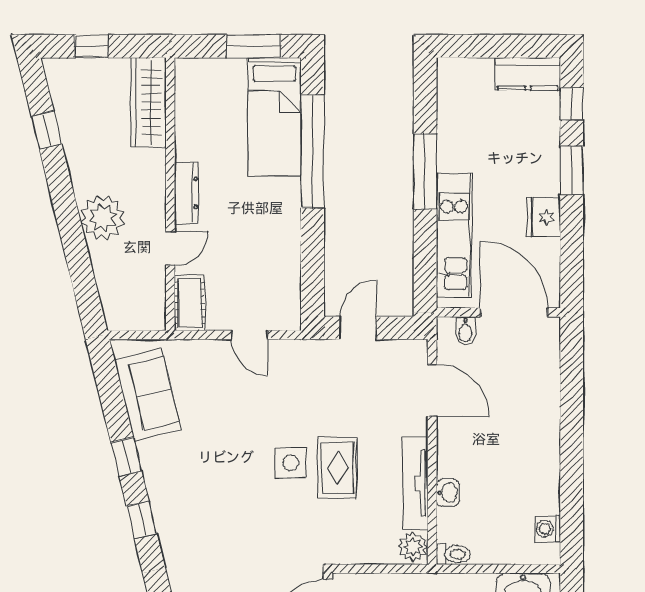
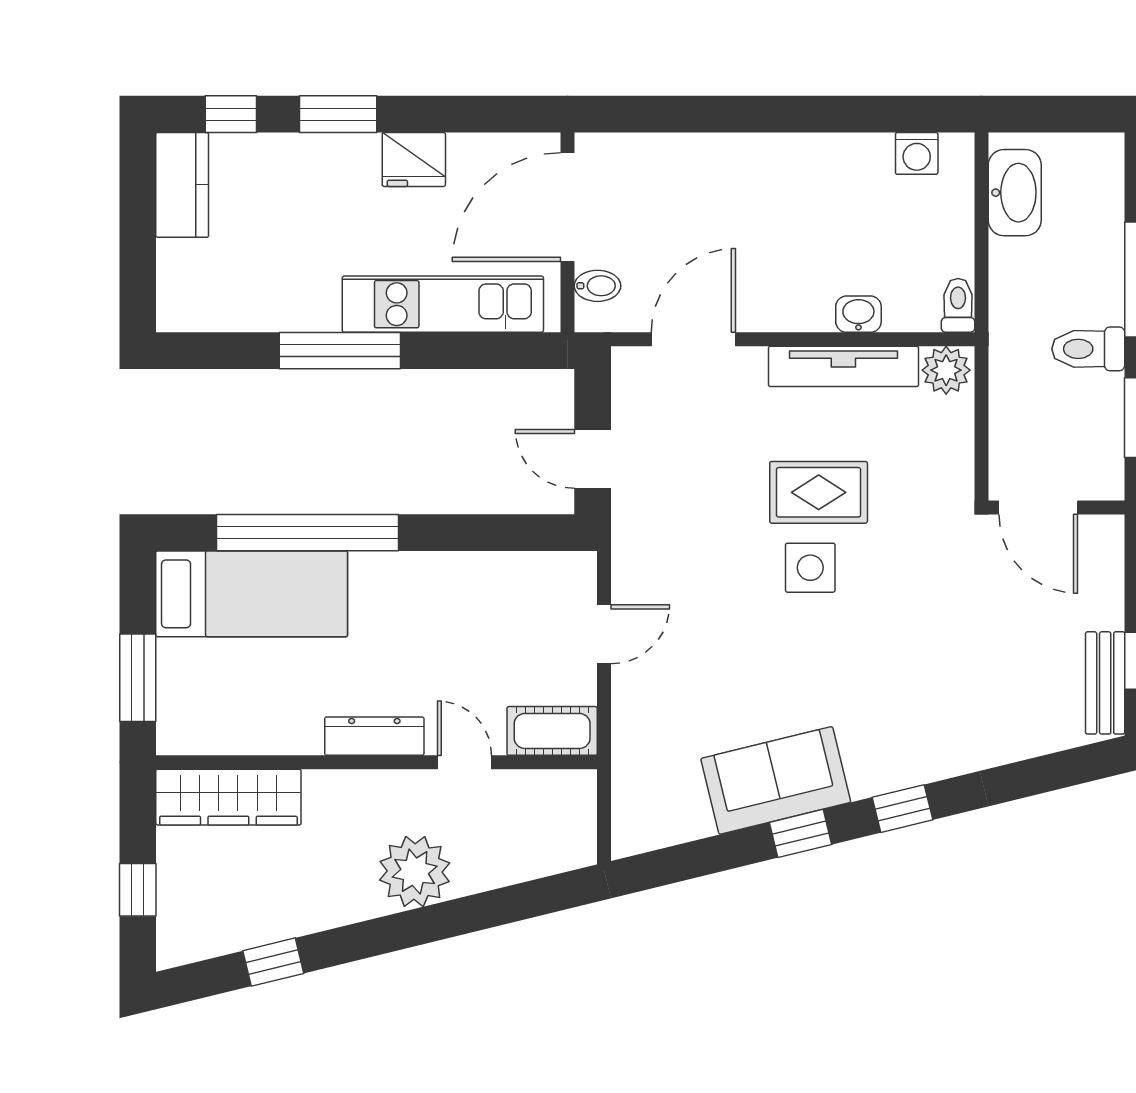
window: (254, 46) -> (138, 678), moved
sofa: (148, 395) -> (776, 780), moved

